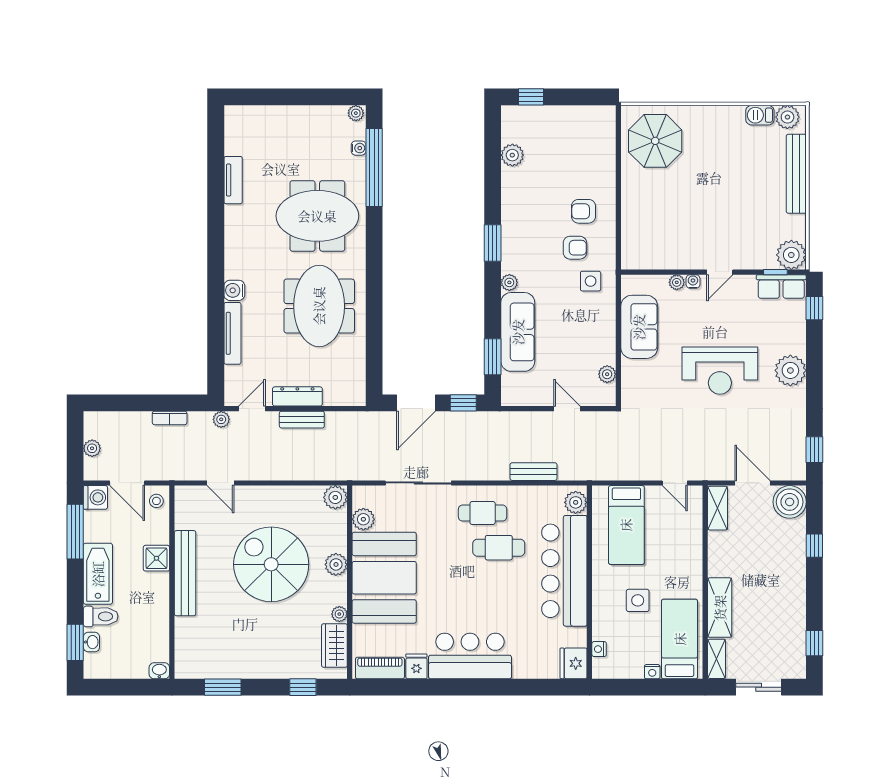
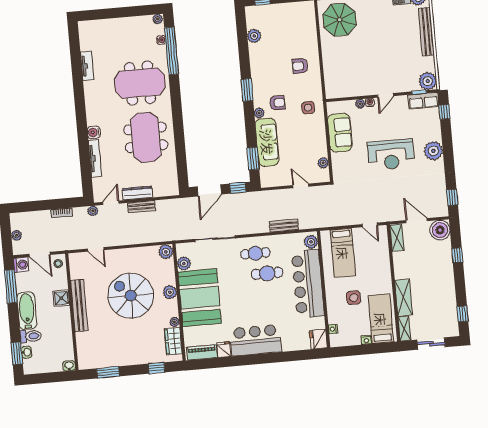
armchair: (575, 248) -> (277, 103), moved

